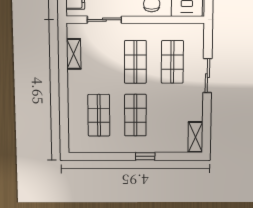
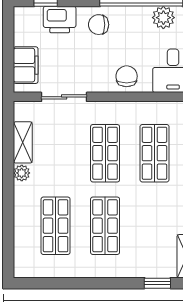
plant: (73, 77) -> (22, 173), added
window: (145, 156) -> (157, 283), moved

